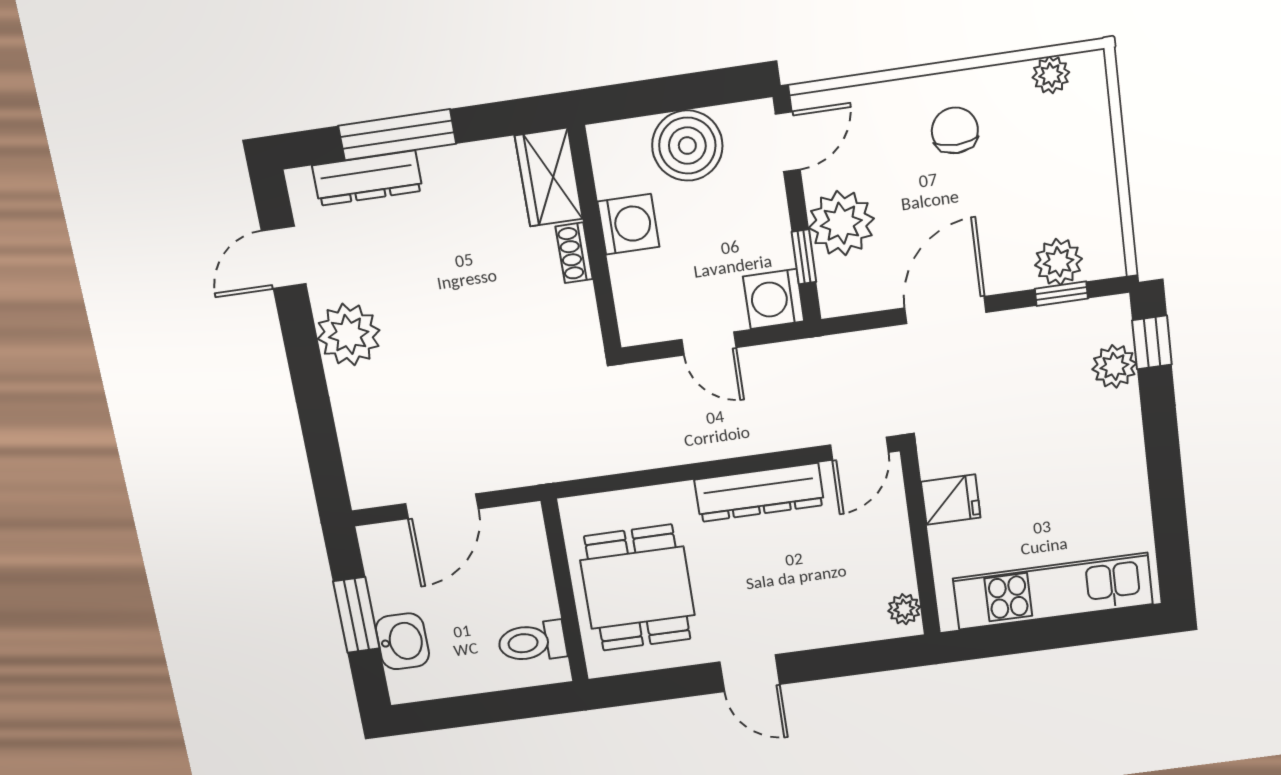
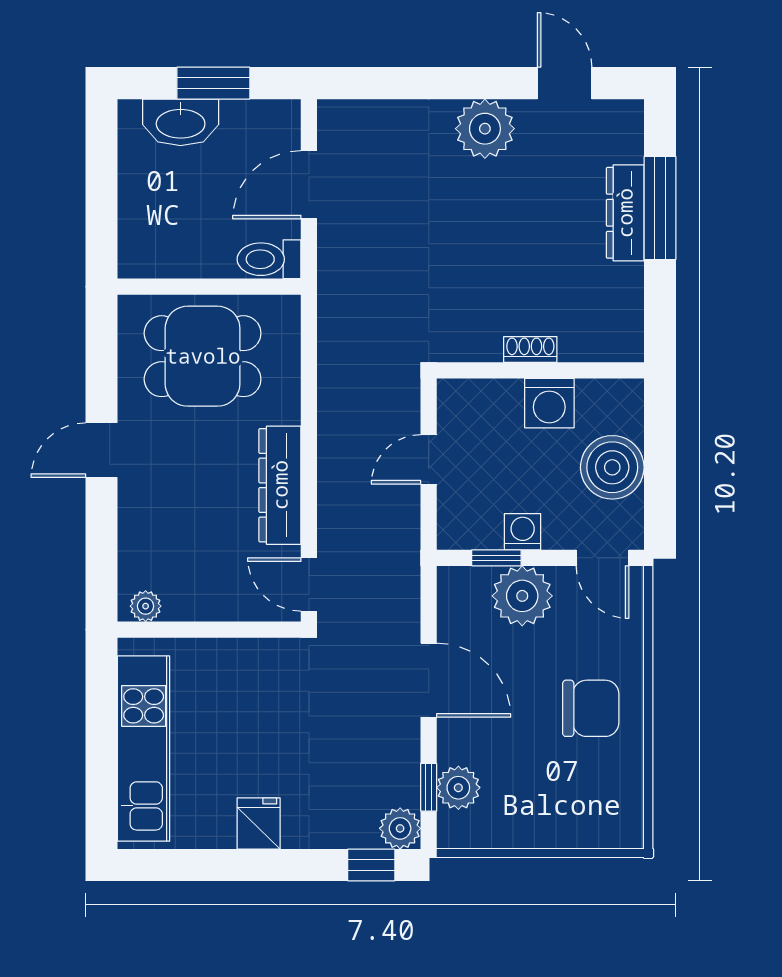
plant: (1051, 75) -> (627, 799), removed
chair: (955, 130) -> (591, 708), width x1.37, depth x1.37
wardrobe: (549, 177) -> (602, 338), removed
dresser: (367, 178) -> (625, 213), moved
washing machine: (774, 299) -> (523, 532), moved, width x0.73, depth x0.73
plant: (1114, 366) -> (400, 828), moved
fridge: (951, 500) -> (259, 823), moved, turned 180
door: (442, 506) -> (309, 185), hinge flipped
washbasin: (402, 641) -> (181, 122), width x1.38
toilet: (532, 642) -> (269, 259), moved, turned -90

